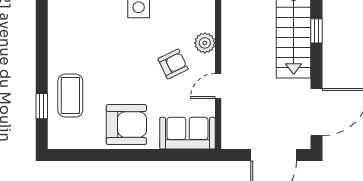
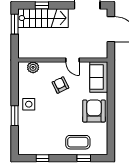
window: (42, 32) -> (43, 158), added
plant: (205, 43) -> (33, 67), moved

